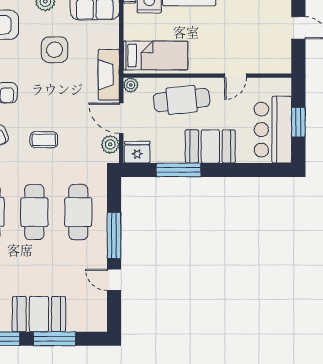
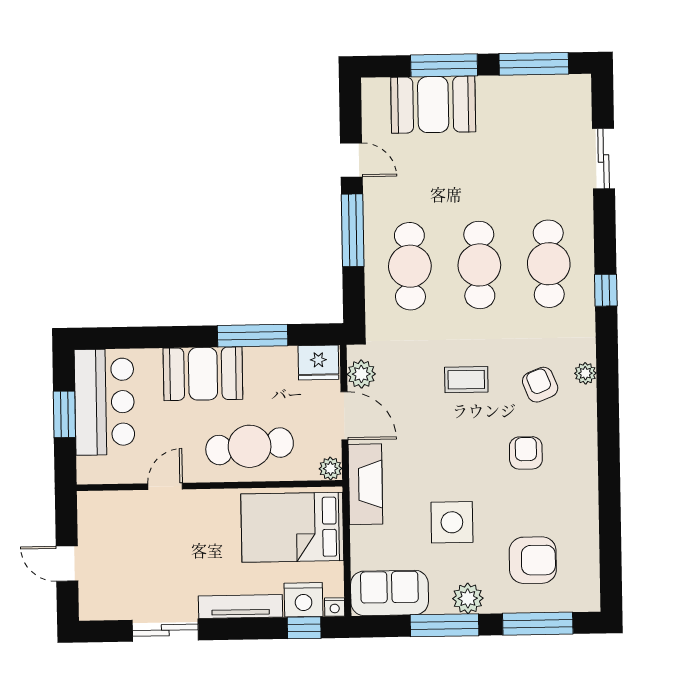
bed: (155, 55) -> (292, 527), width x1.50
booth: (39, 314) -> (433, 105), moved

